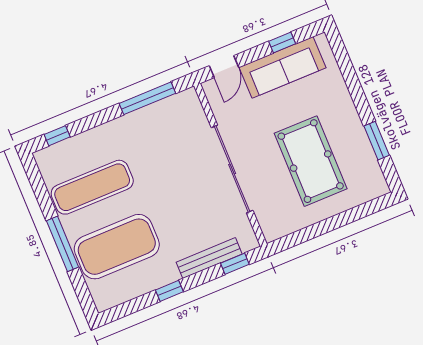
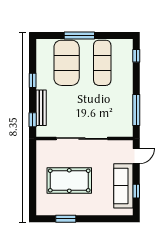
door: (224, 67) -> (136, 156), swing flipped

